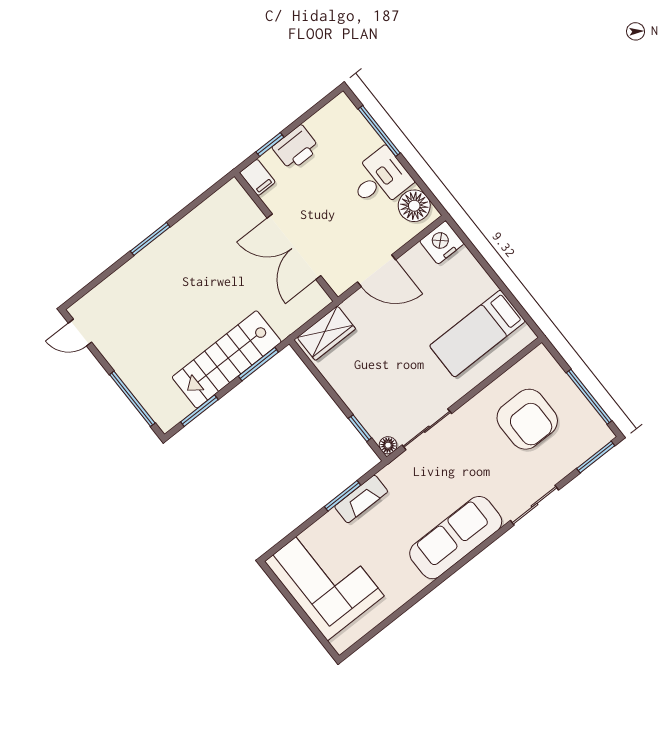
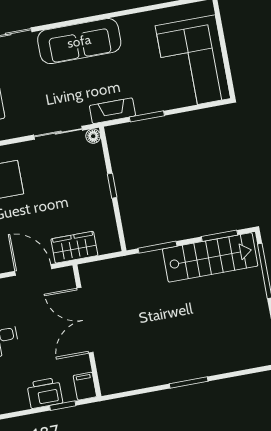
double door: (294, 247) -> (85, 320), swing flipped
wardrobe: (326, 333) -> (74, 247), moved
stairs: (227, 359) -> (210, 257), moved
window: (360, 428) -> (112, 186), moved
fireplace: (361, 499) -> (112, 111), moved

